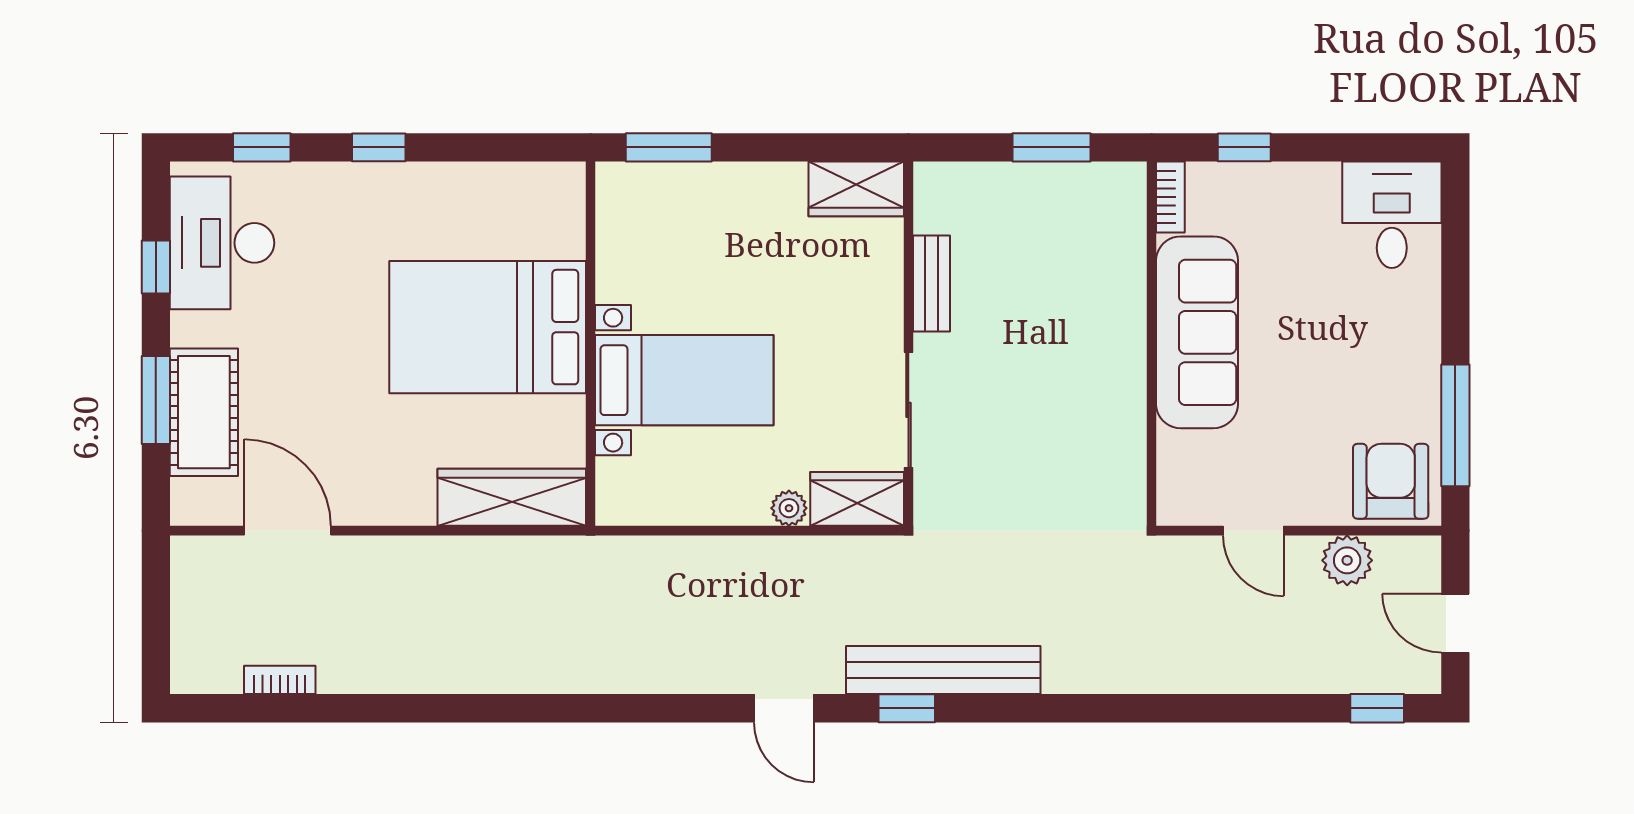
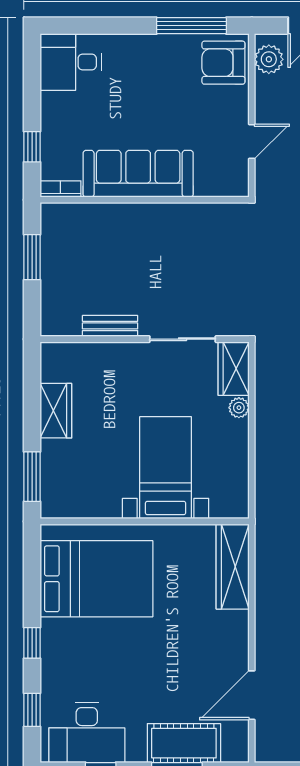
wardrobe: (856, 189) -> (56, 411), moved
bed: (488, 327) -> (96, 579), moved, turned -90
plant: (1347, 560) -> (269, 59), moved

